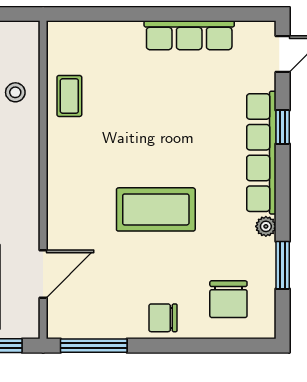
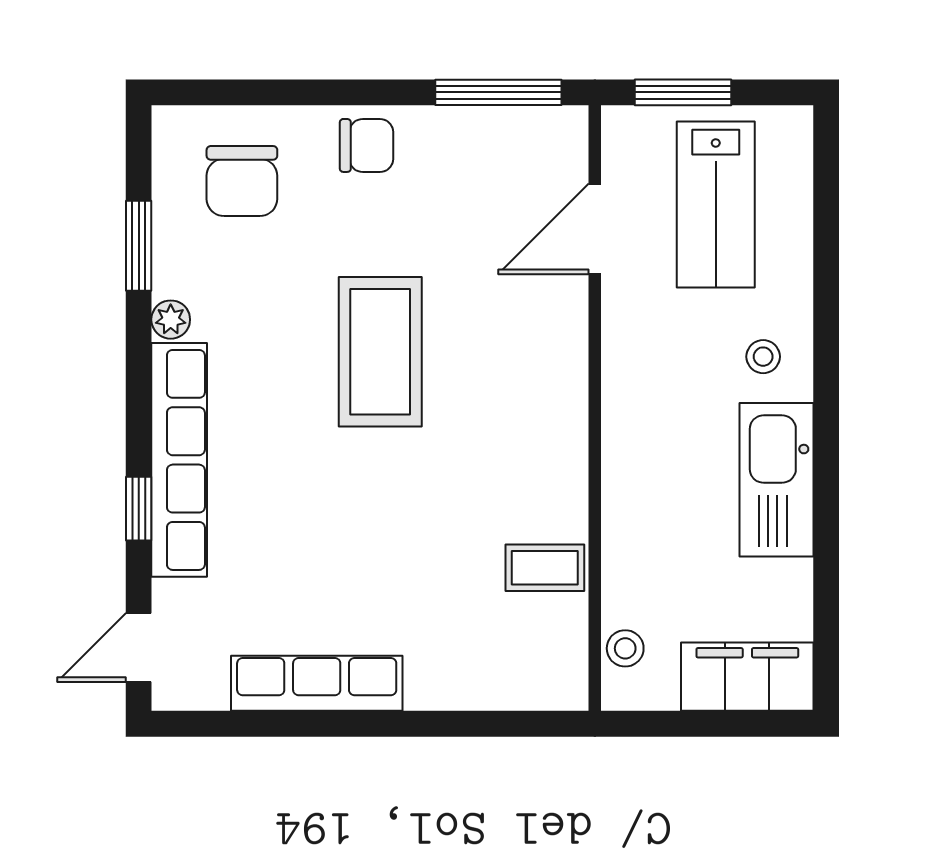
stool: (15, 92) -> (625, 648), moved
coffee table: (69, 96) -> (545, 568), turned 90
coffee table: (156, 209) -> (380, 352), turned 90
chair: (228, 299) -> (242, 181), turned 180

